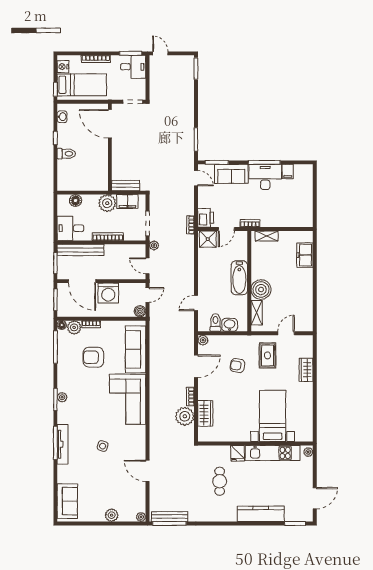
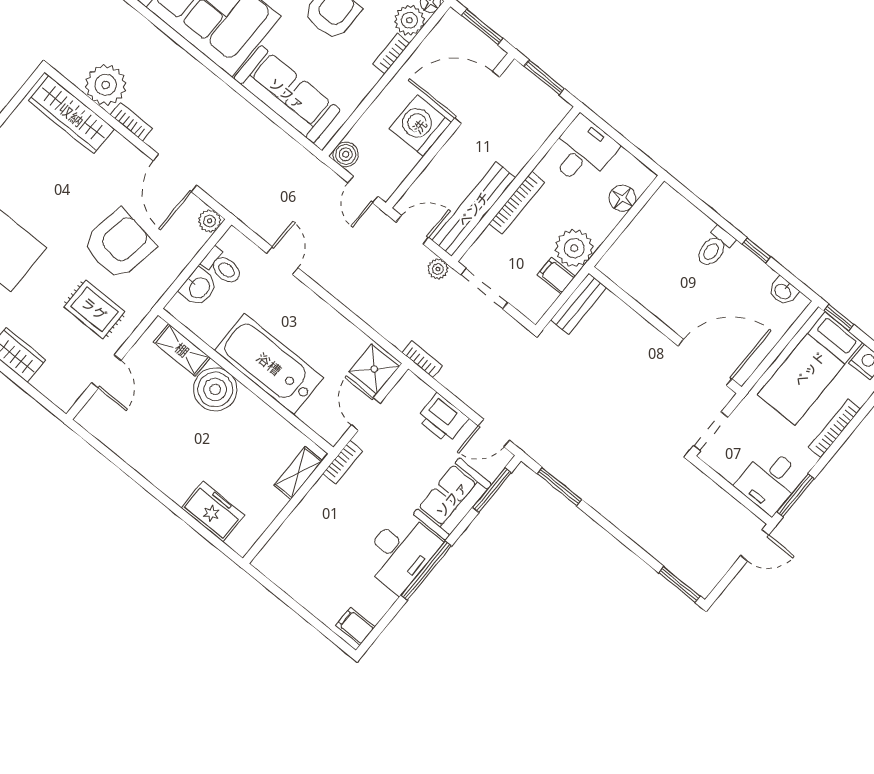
filing cabinet: (288, 171) -> (355, 626), moved
filing cabinet: (127, 202) -> (556, 276), width x0.50
printer: (206, 218) -> (442, 418), moved
bench: (80, 250) -> (474, 209), moved
bathtub: (239, 278) -> (269, 364), width x1.36, depth x1.36
armchair: (237, 366) -> (119, 244), width x1.88, depth x1.88
wardrobe: (205, 413) -> (71, 115), width x1.50

